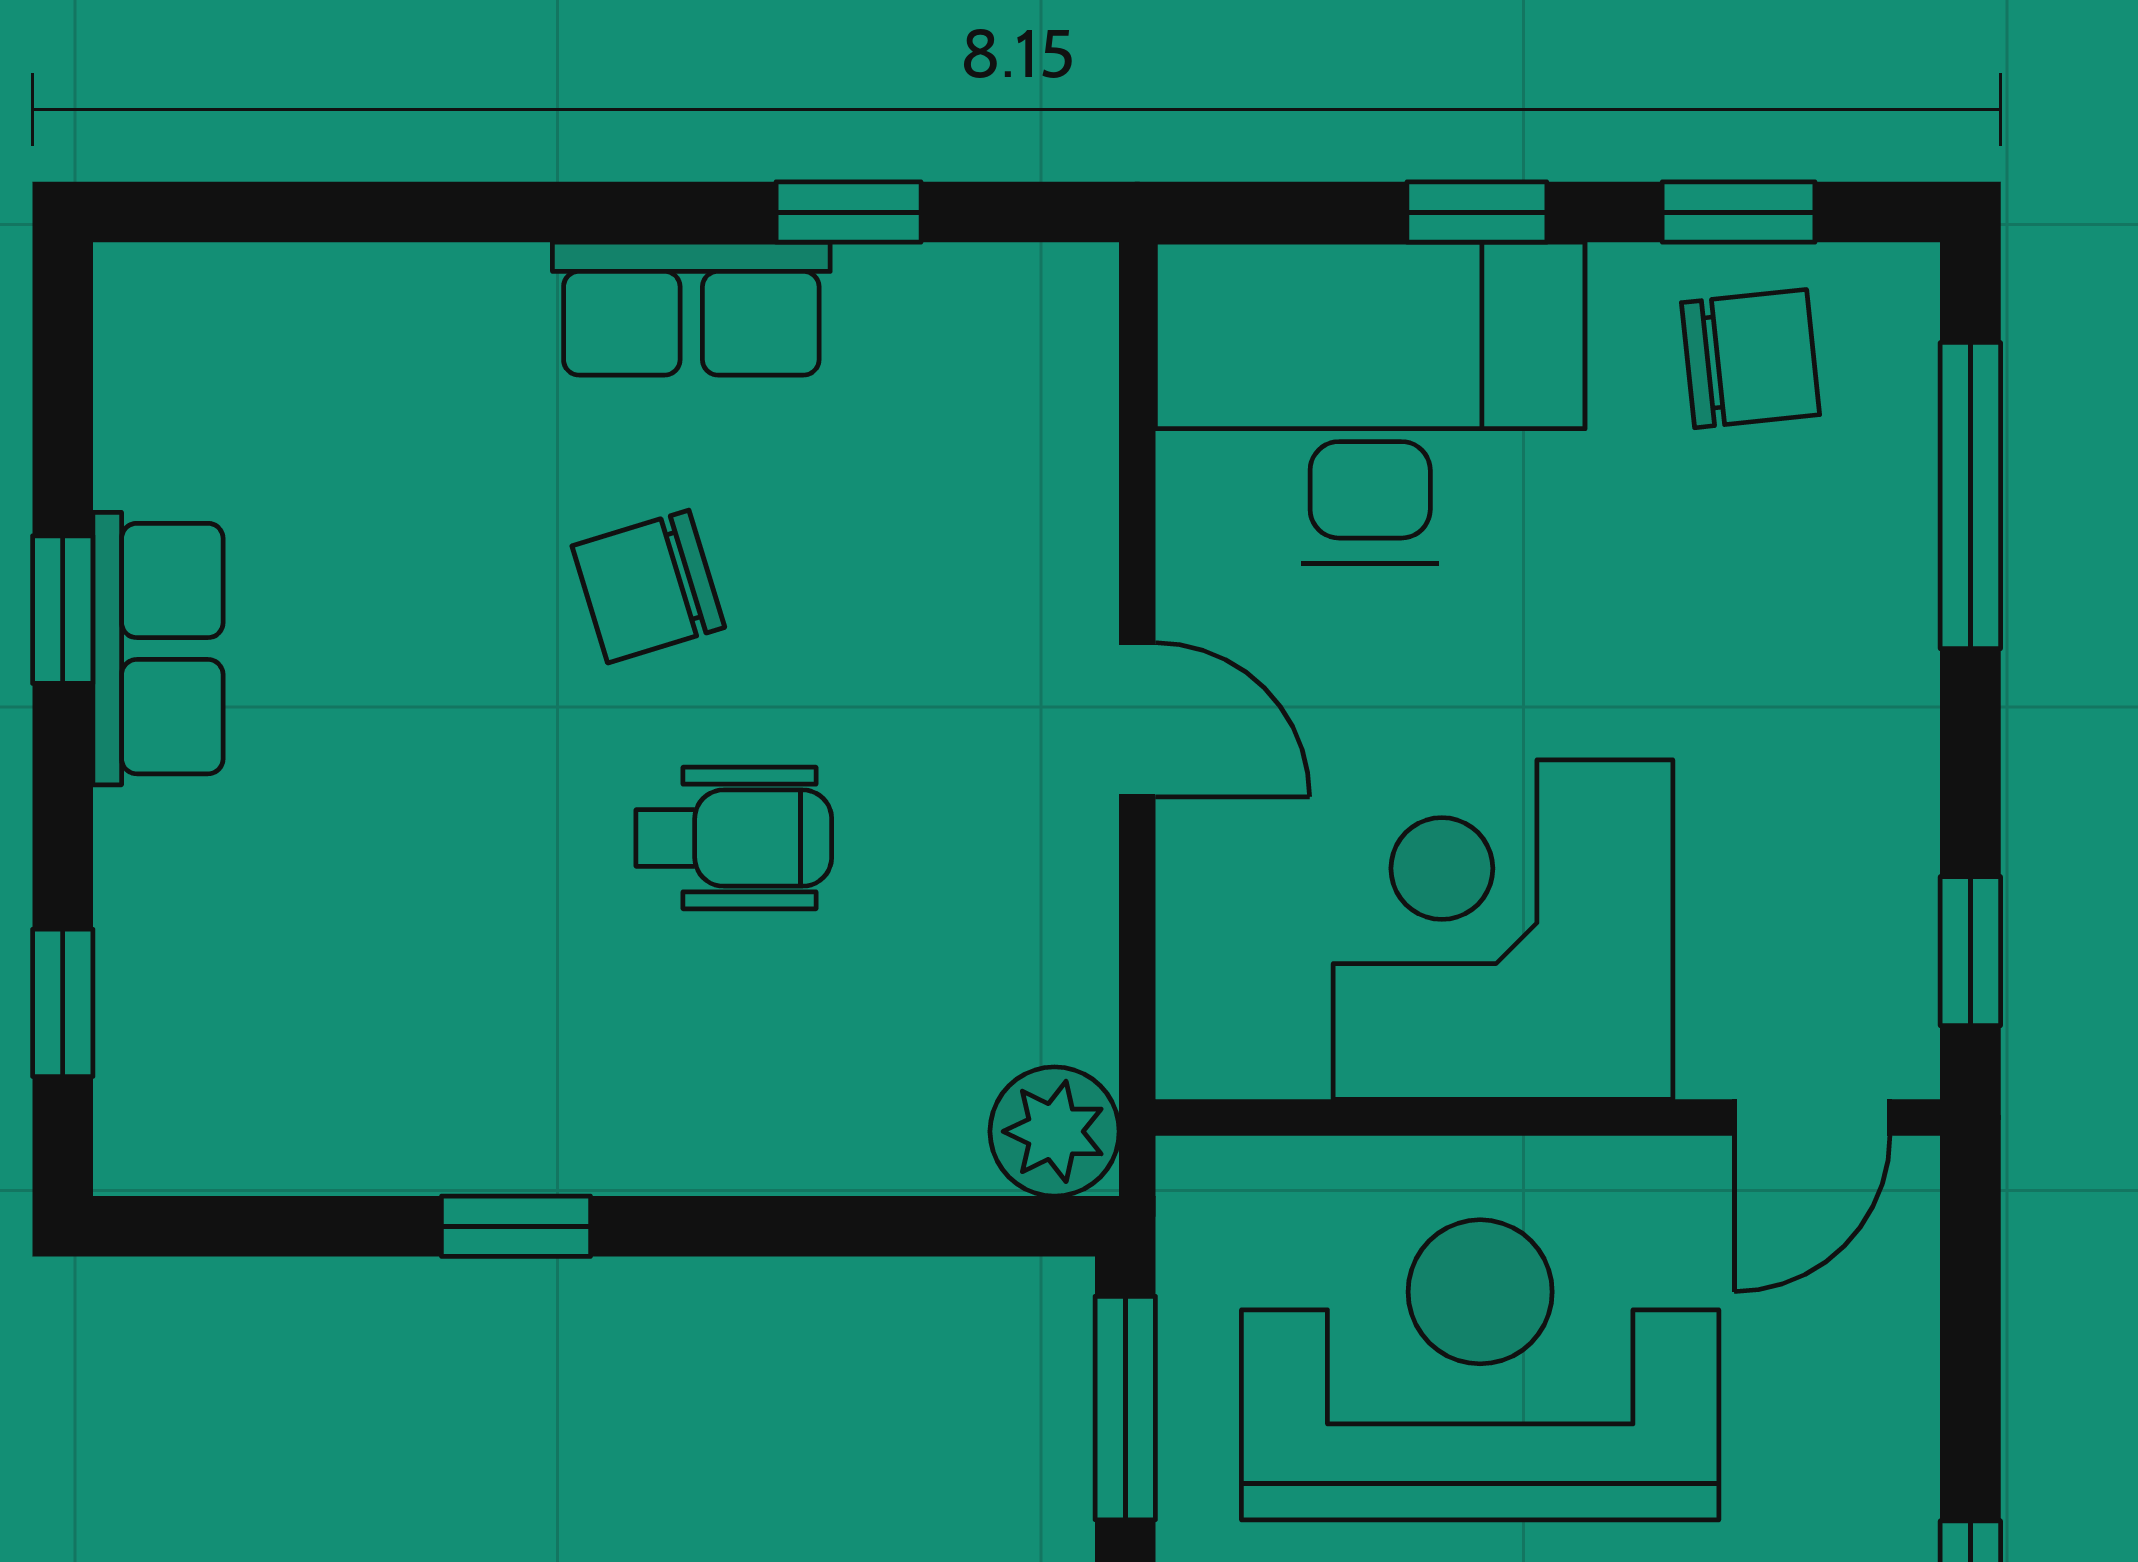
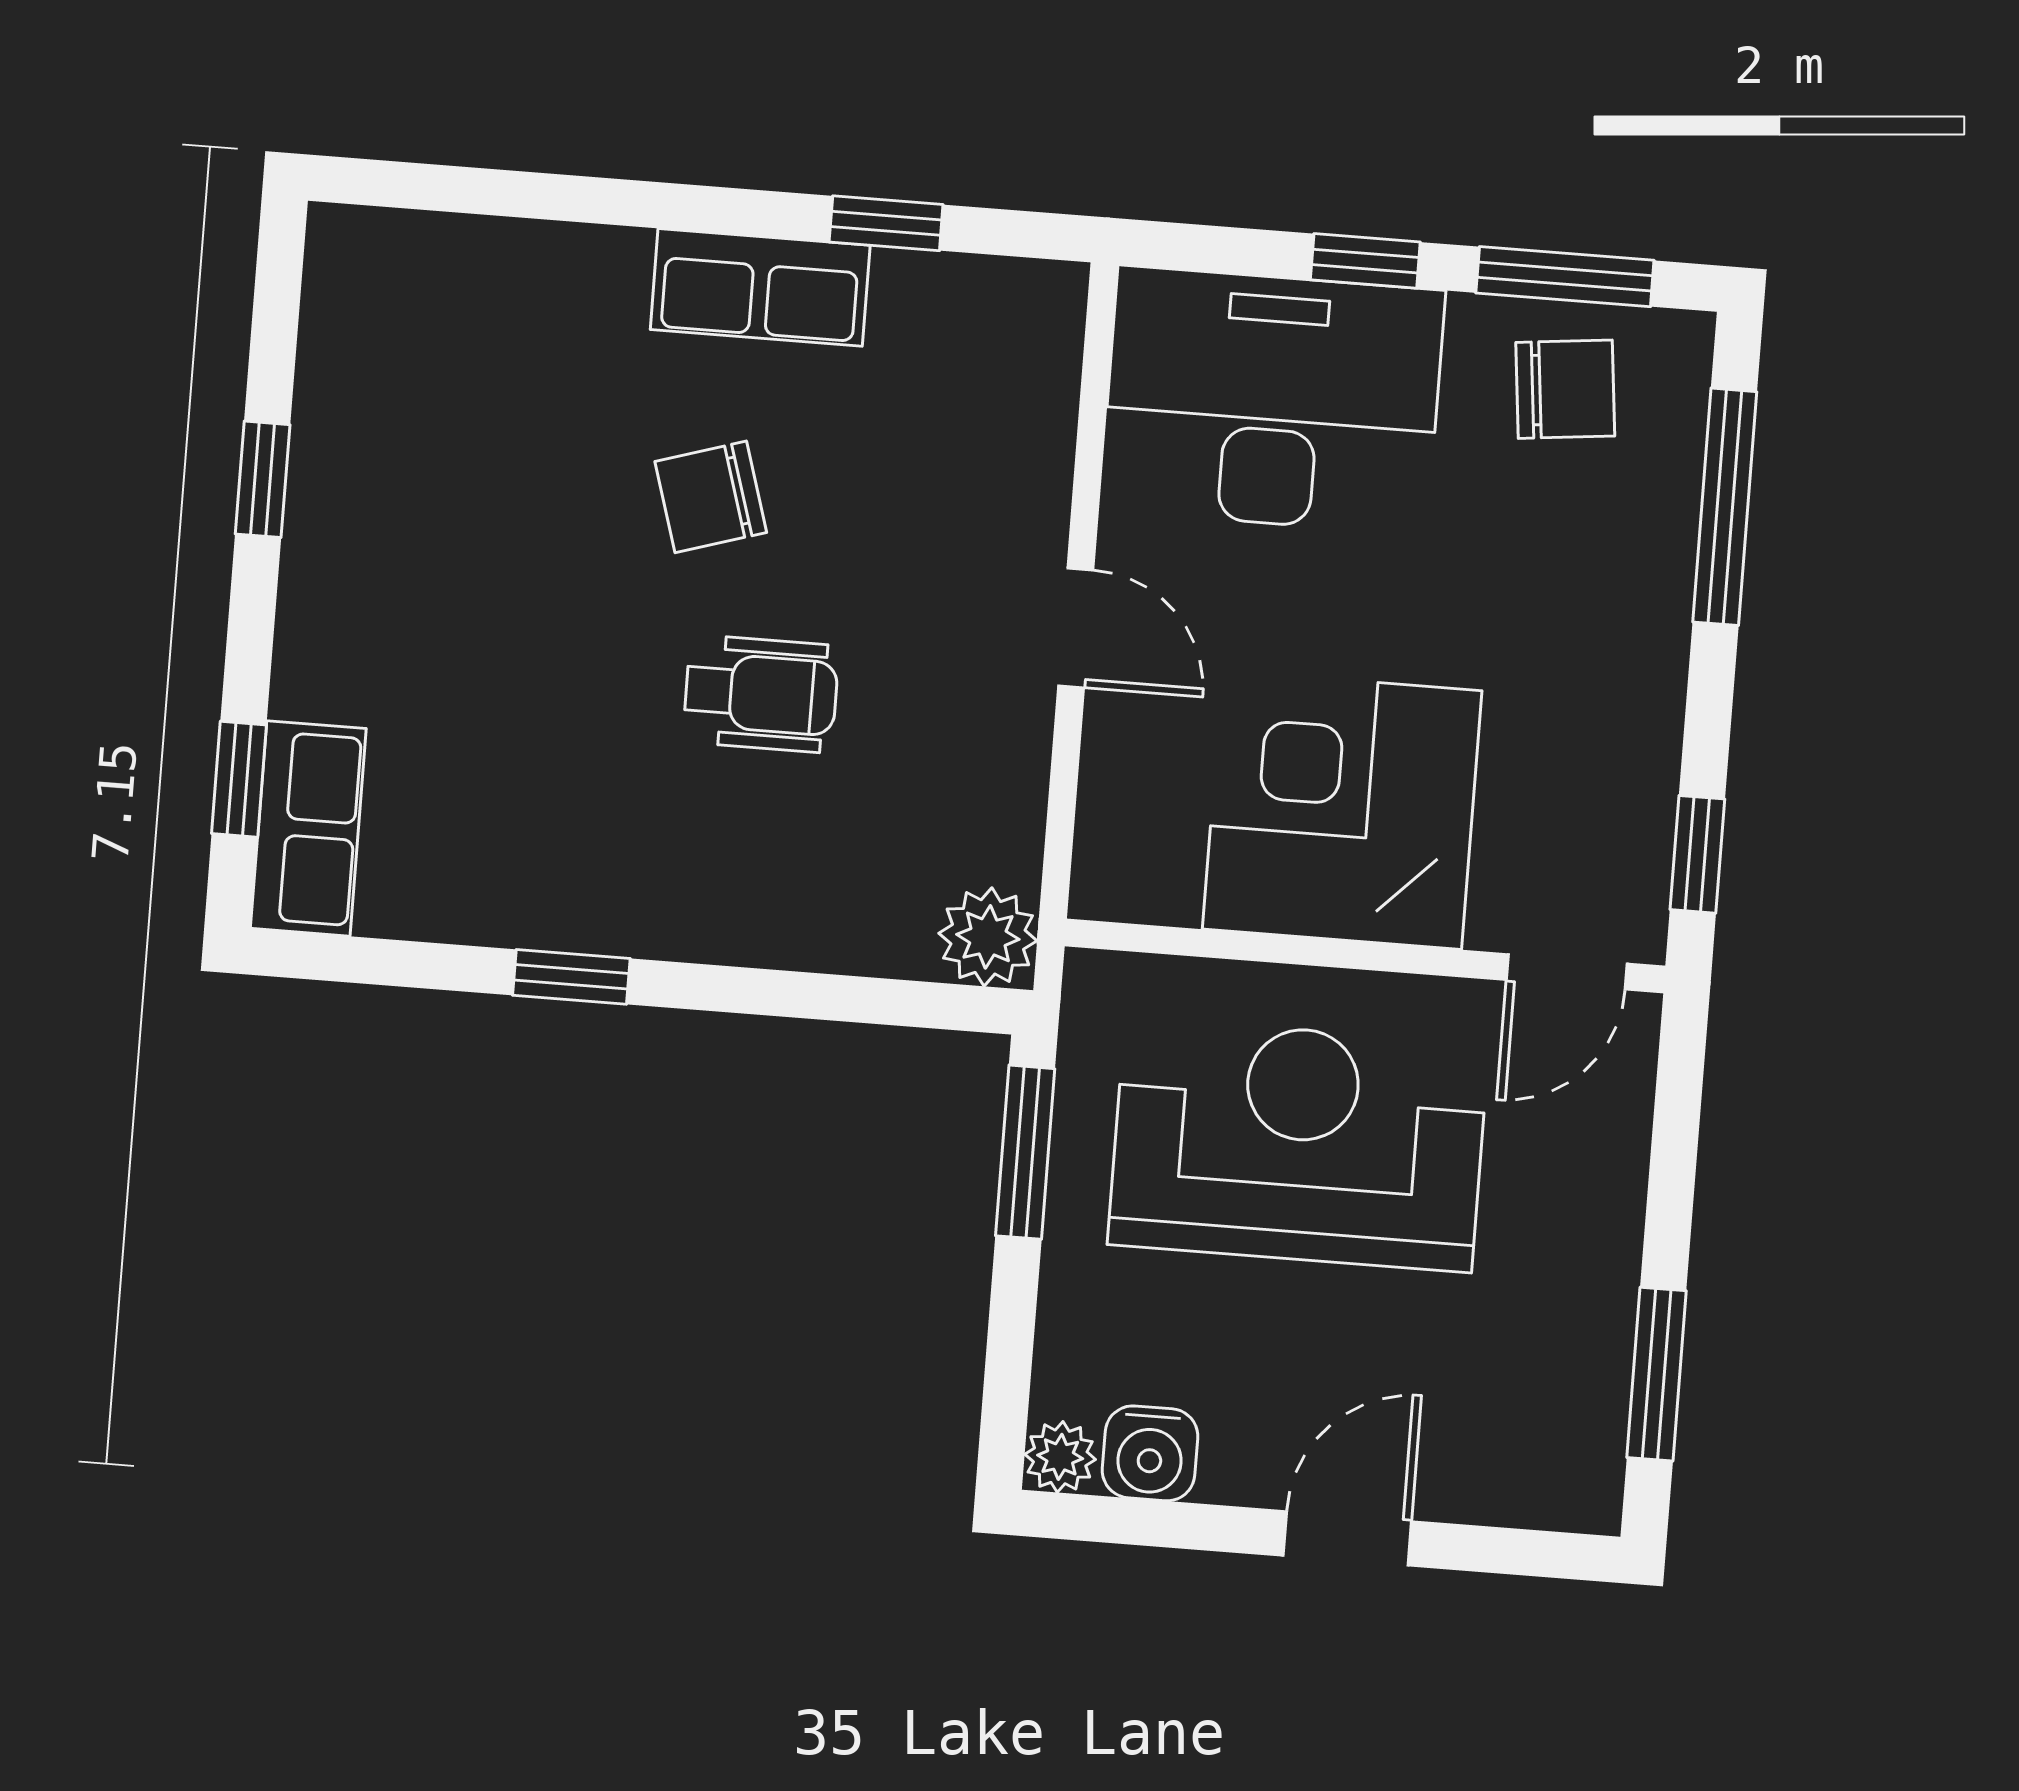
window: (1739, 212) -> (1565, 277), width x1.50
row of seats: (158, 649) -> (308, 828), moved

